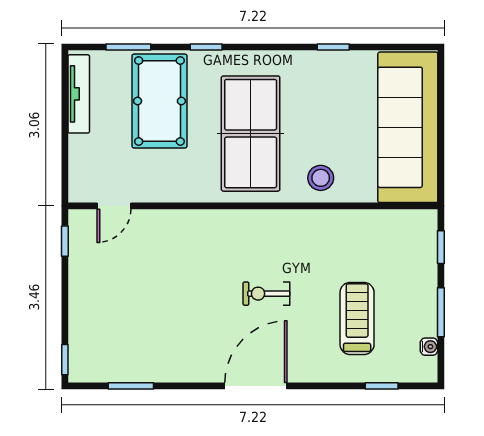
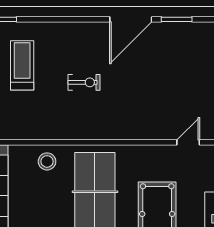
treadmill: (357, 318) -> (22, 65), turned 180
door: (256, 386) -> (131, 19), moved

